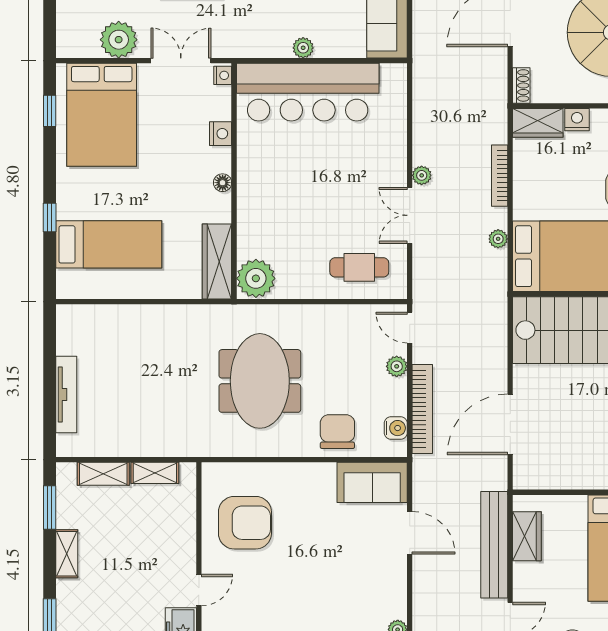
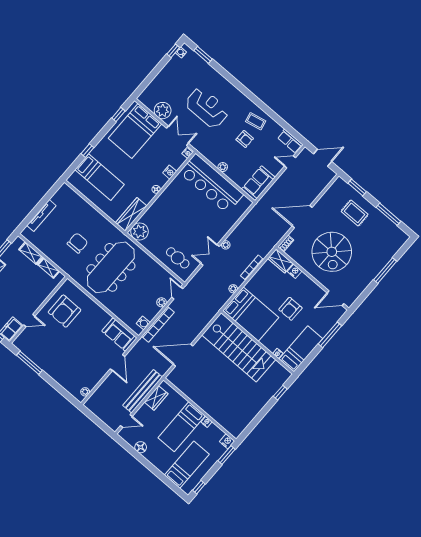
meeting table: (260, 381) -> (111, 267), width x1.36
chair: (337, 432) -> (77, 243), moved
armchair: (245, 523) -> (65, 311), turned 90

